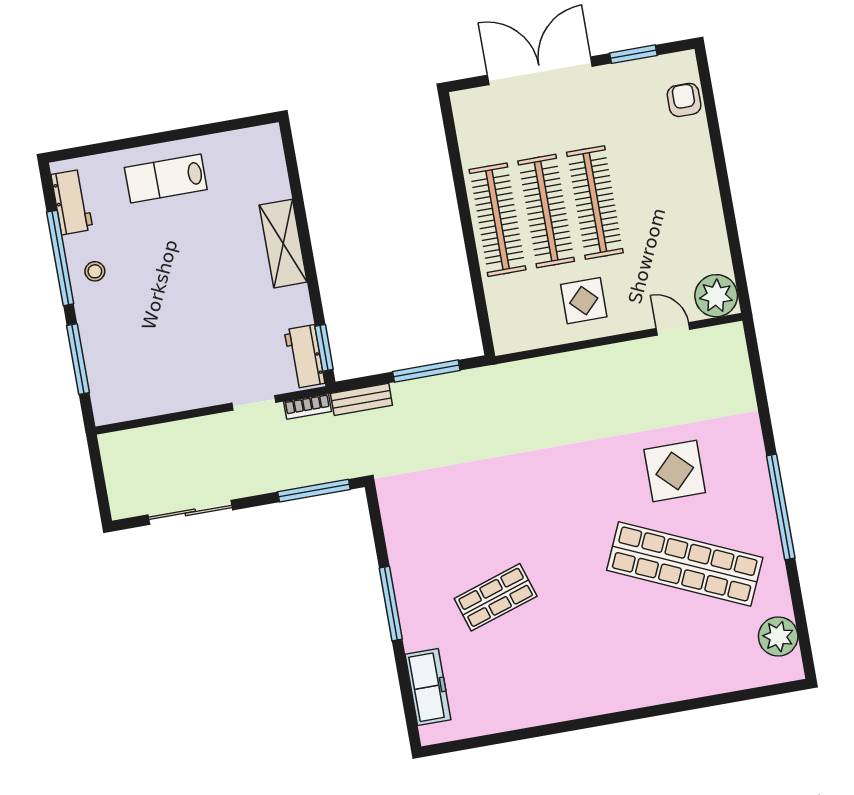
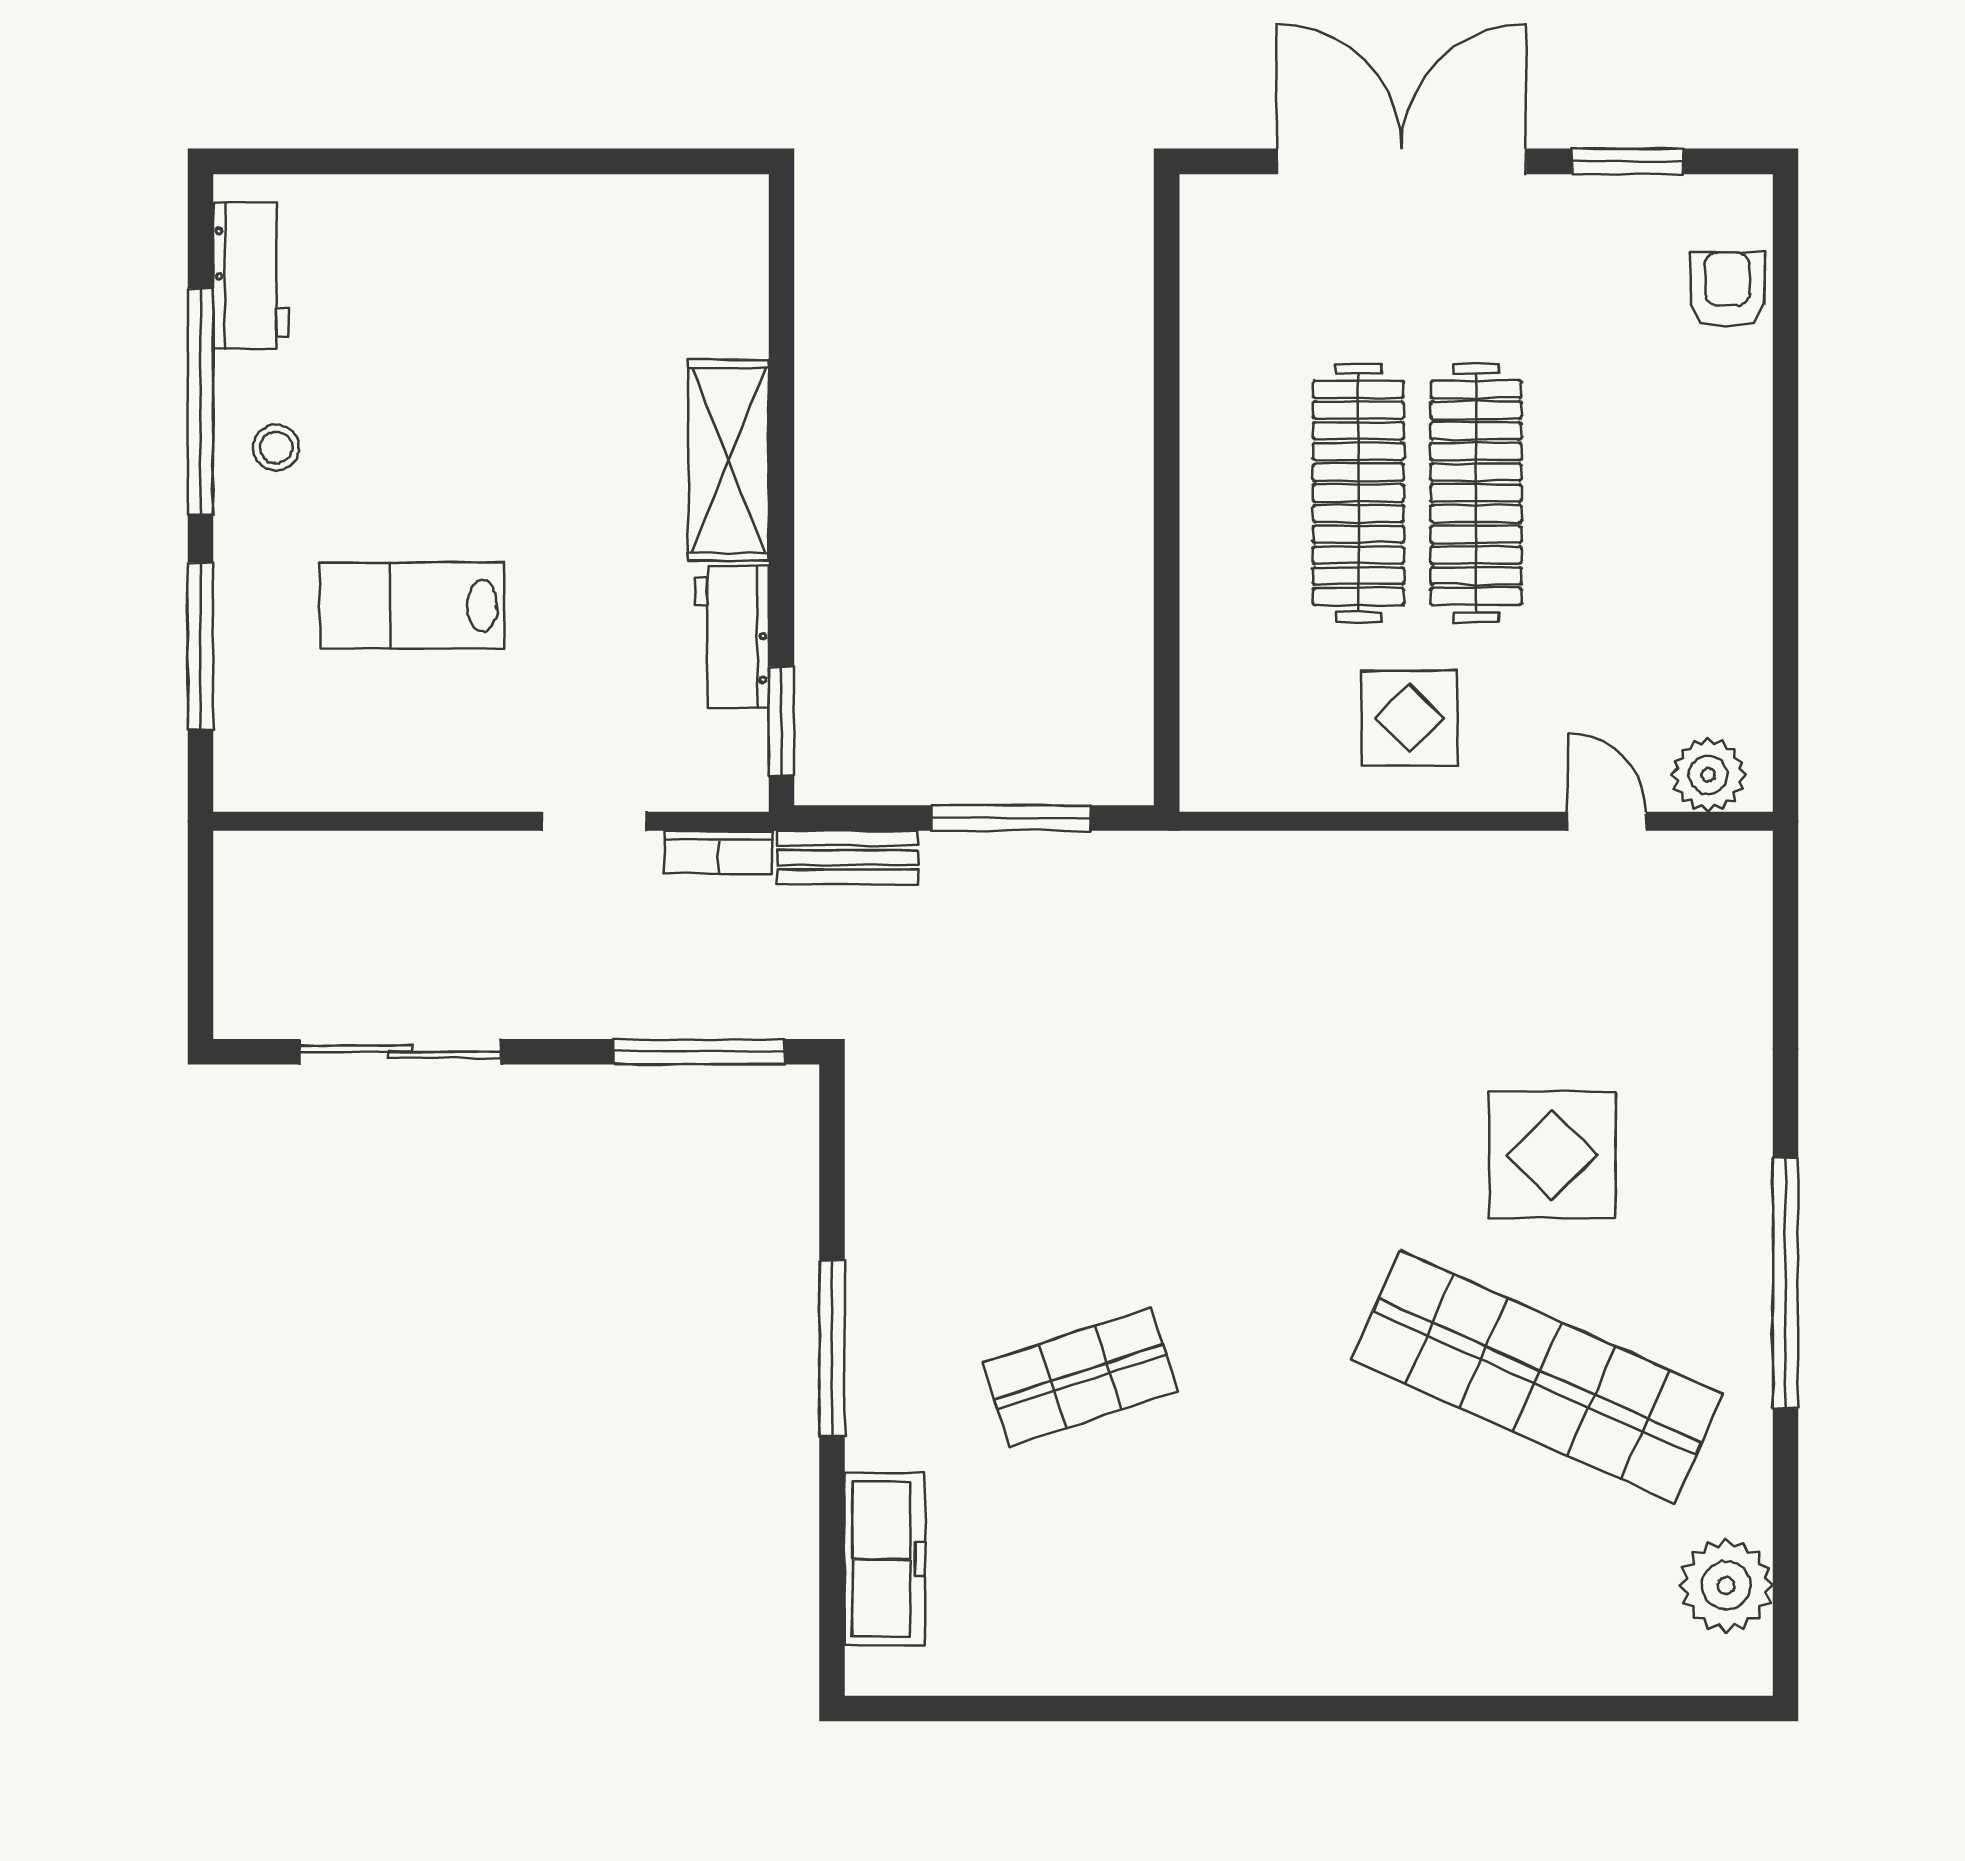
lab bench: (166, 179) -> (412, 606), moved
clothes rail: (498, 220) -> (1241, 493), removed
plant: (716, 296) -> (1708, 775), width x0.73, depth x0.73
workbench: (305, 357) -> (732, 637), moved

